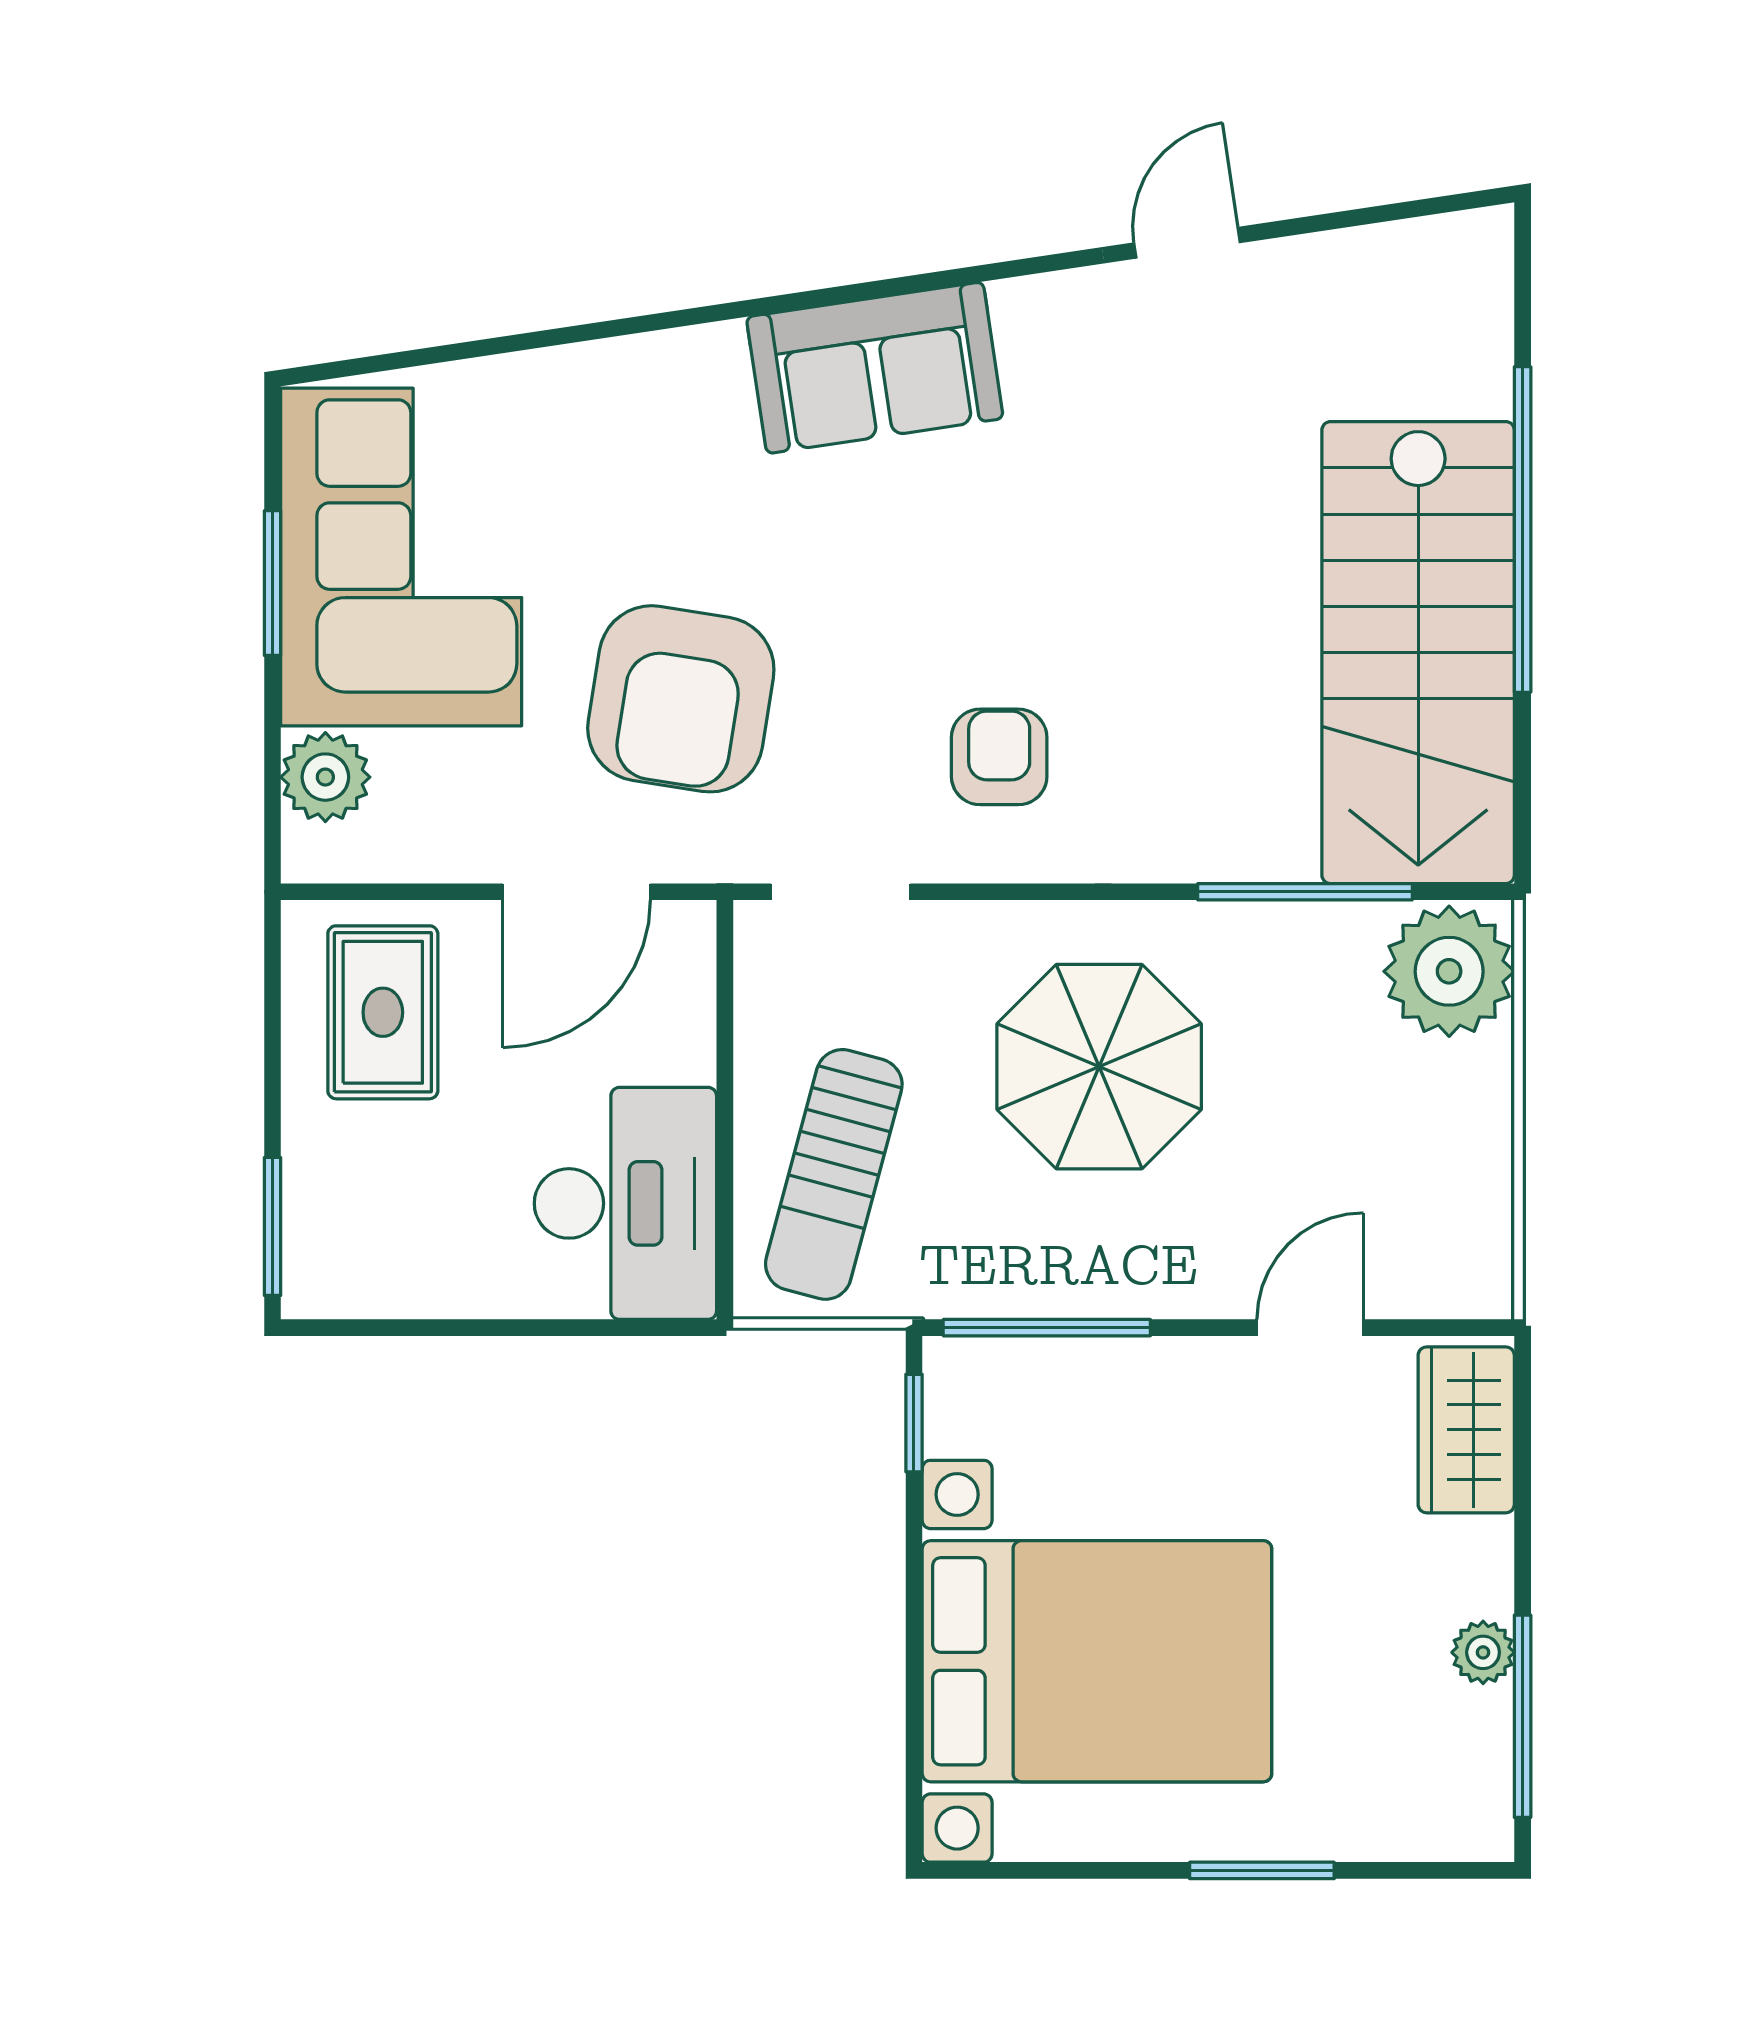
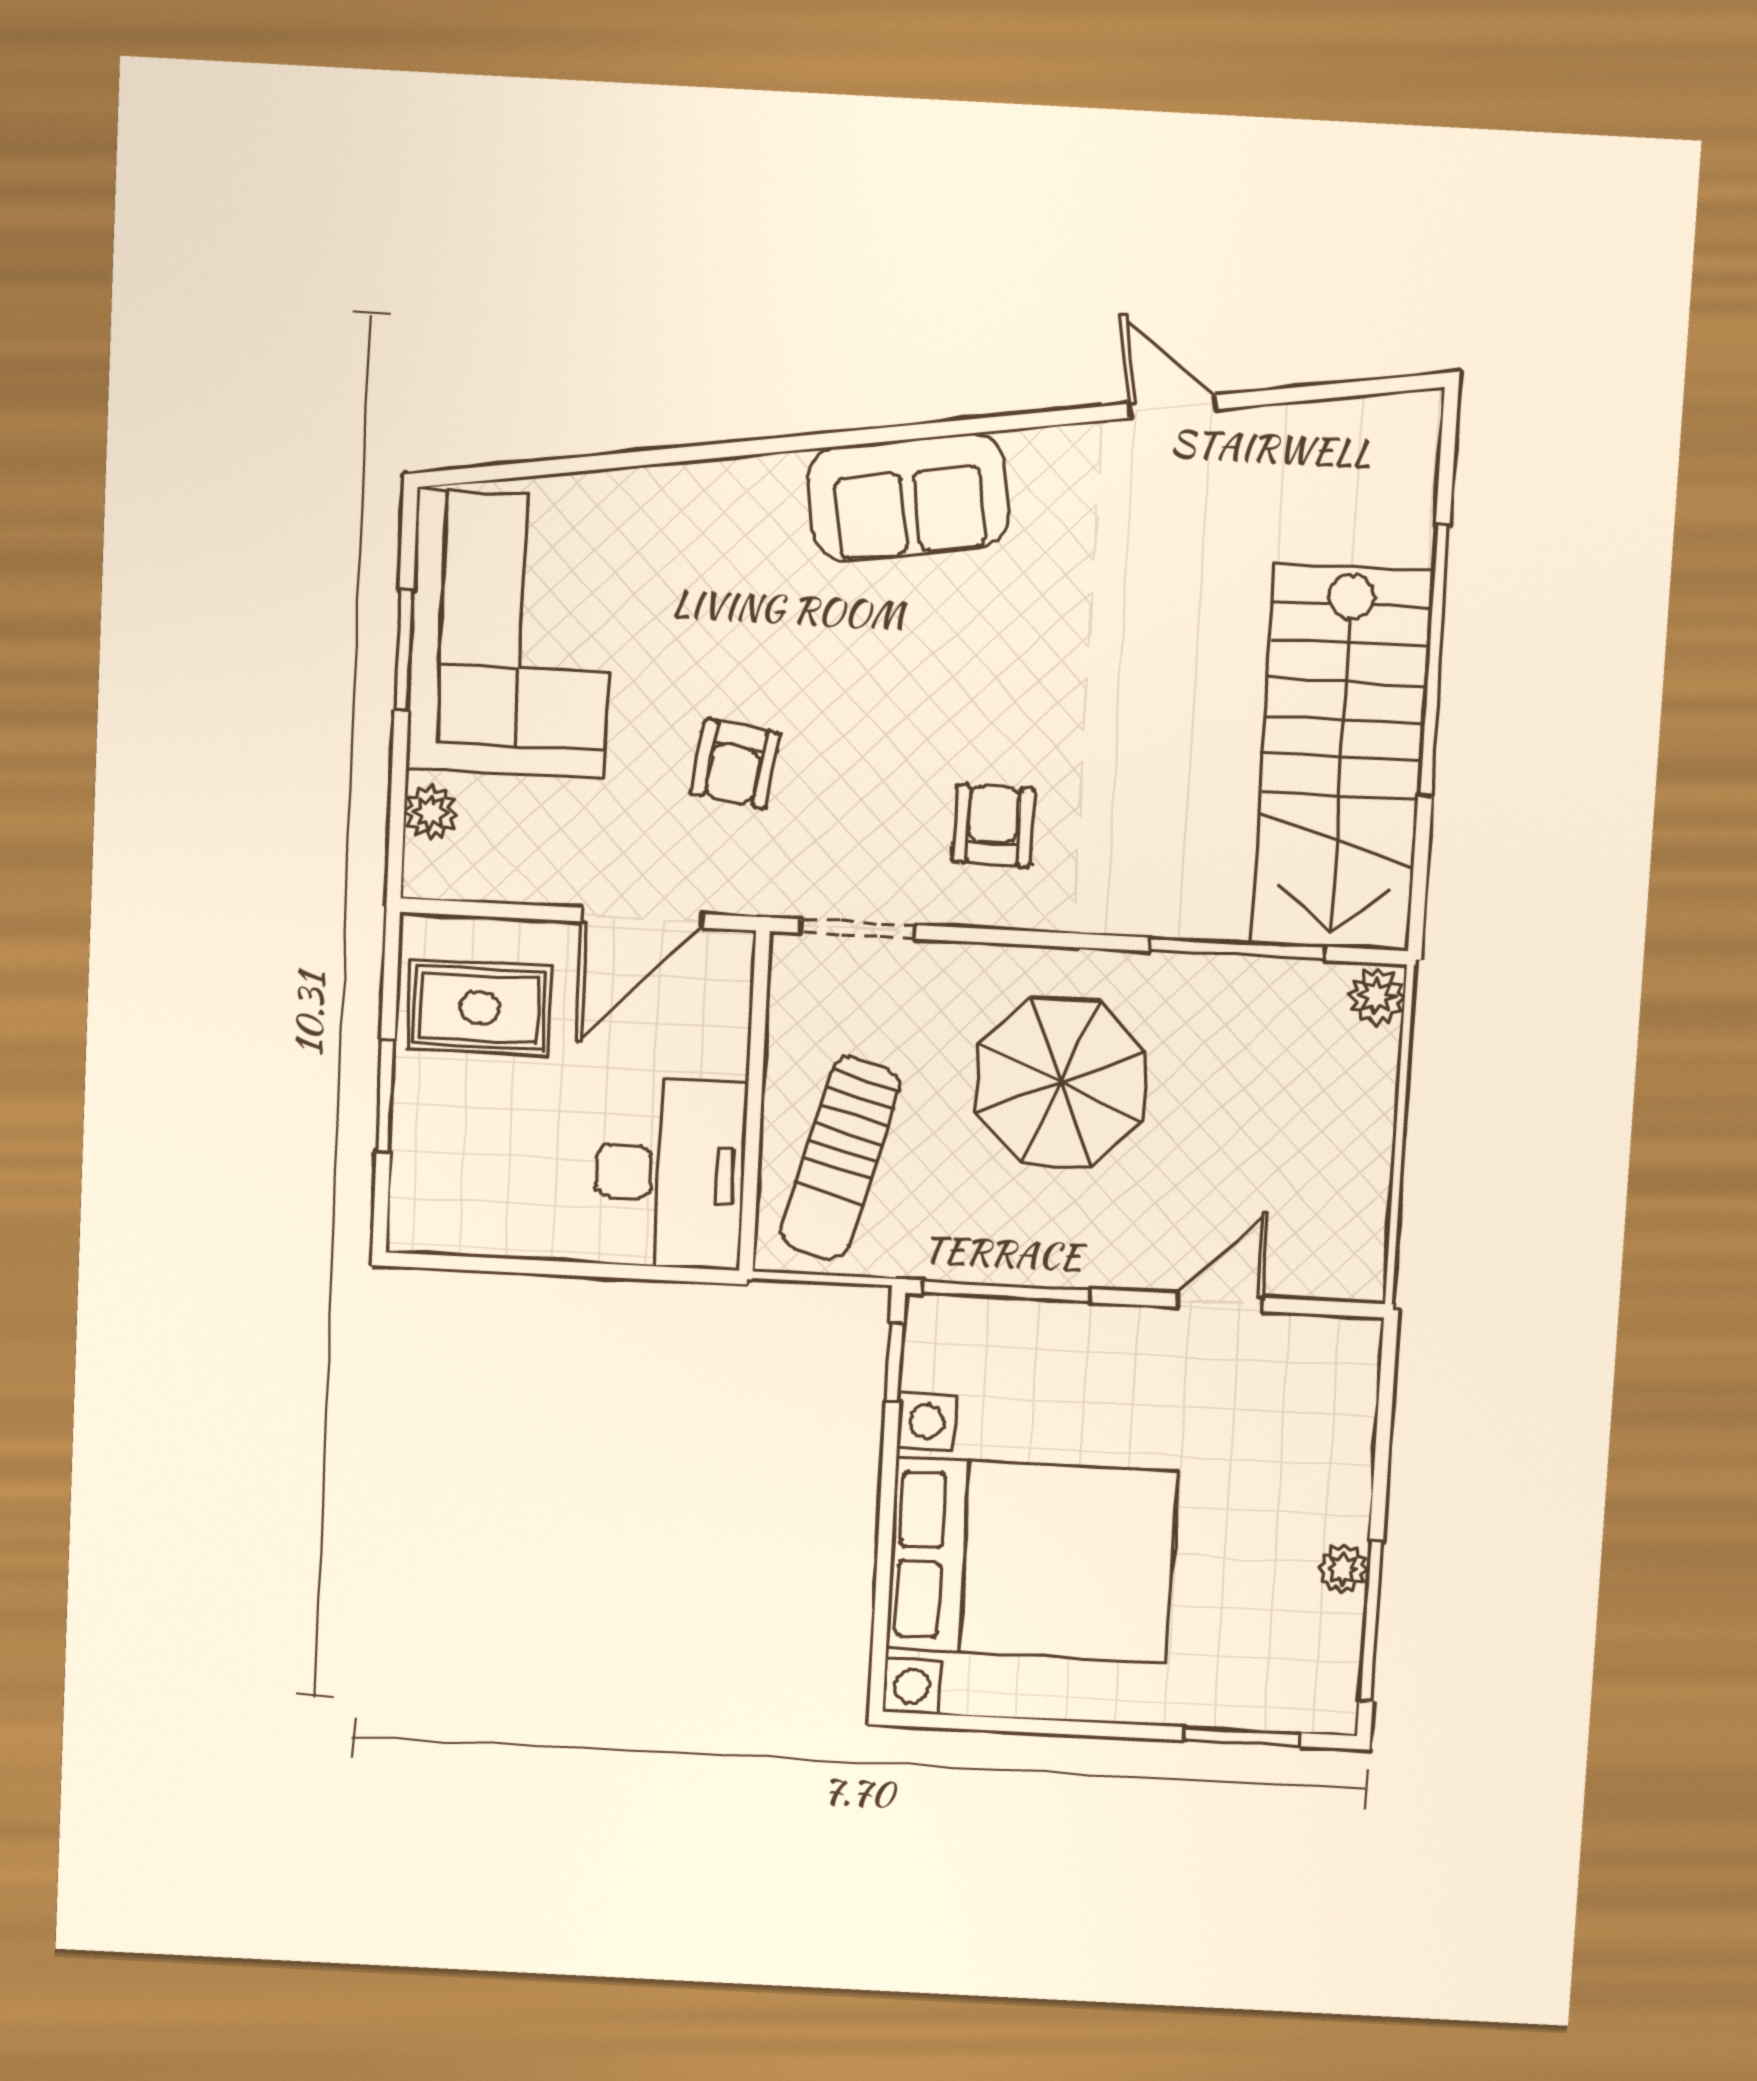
door: (1187, 243) -> (1172, 407), hinge flipped
armchair: (681, 699) -> (735, 764), width x0.53, depth x0.53
plant: (325, 777) -> (431, 812), width x0.73, depth x0.73
plant: (1449, 971) -> (1377, 996), width x0.53, depth x0.53
rug: (383, 1012) -> (479, 1008), turned 90
window: (272, 1226) -> (386, 1097), moved
wardrobe: (1466, 1430) -> (1340, 1391), removed
window: (1262, 1870) -> (1242, 1737), moved

